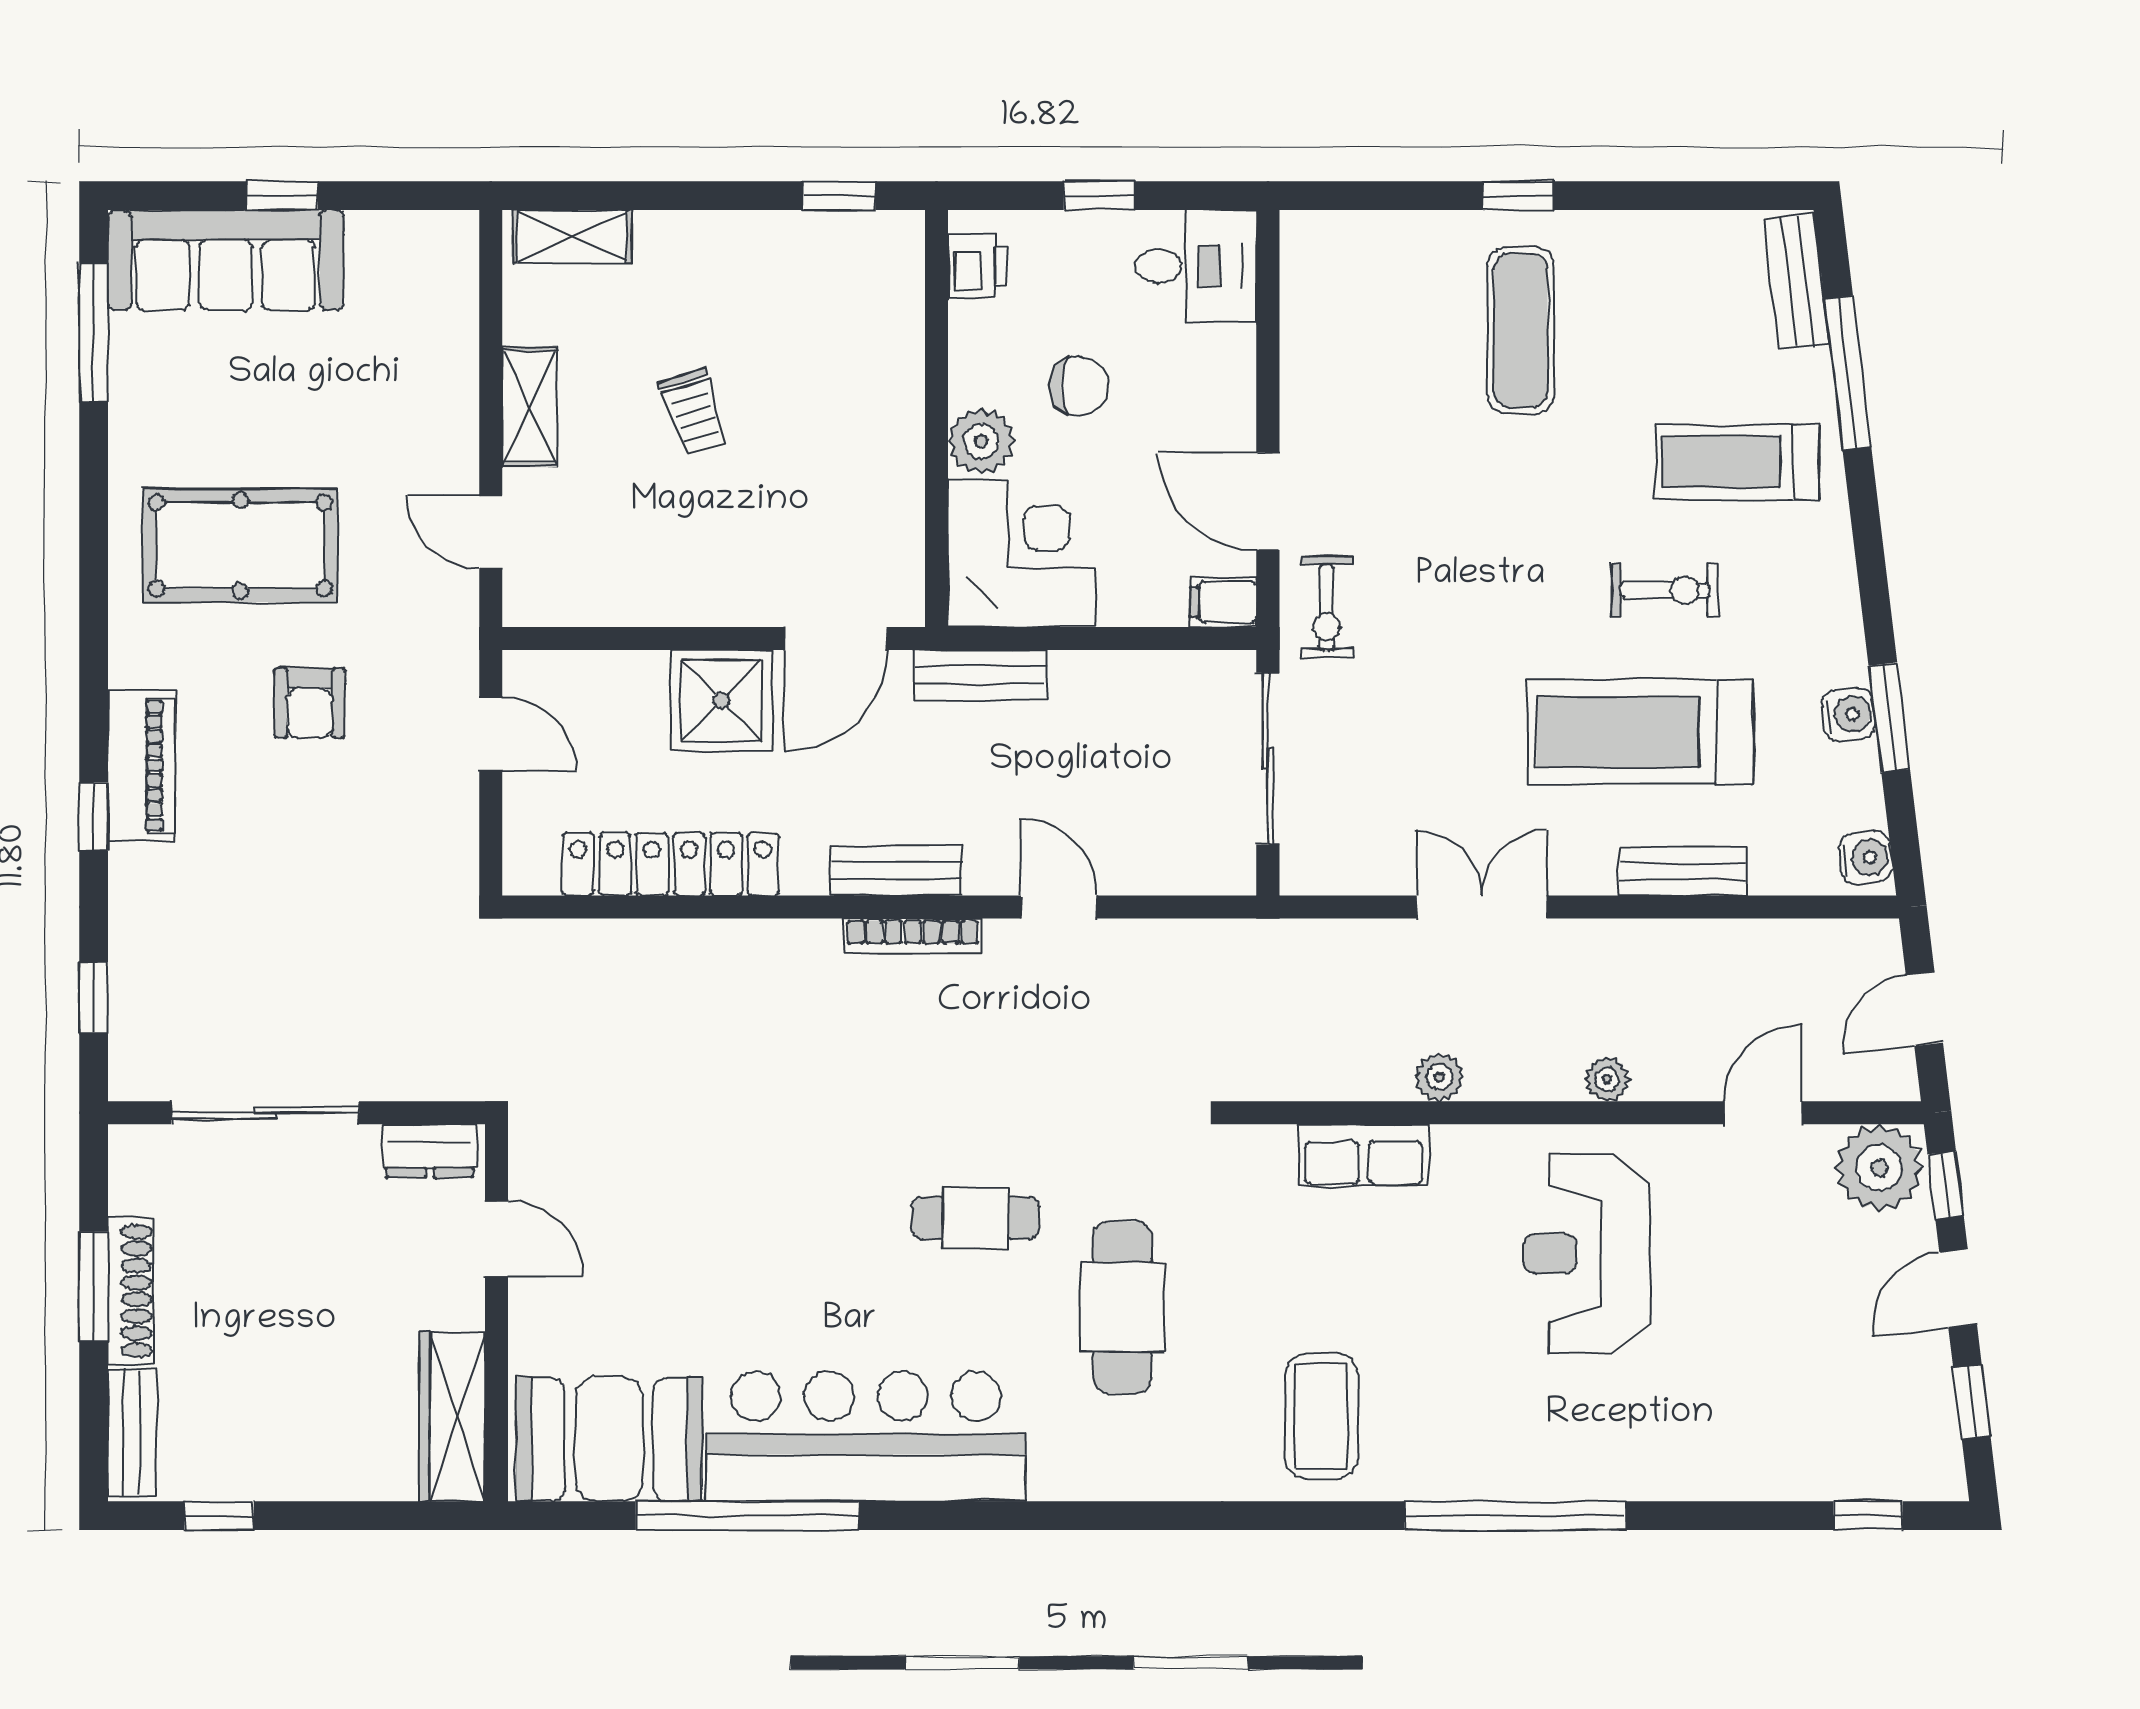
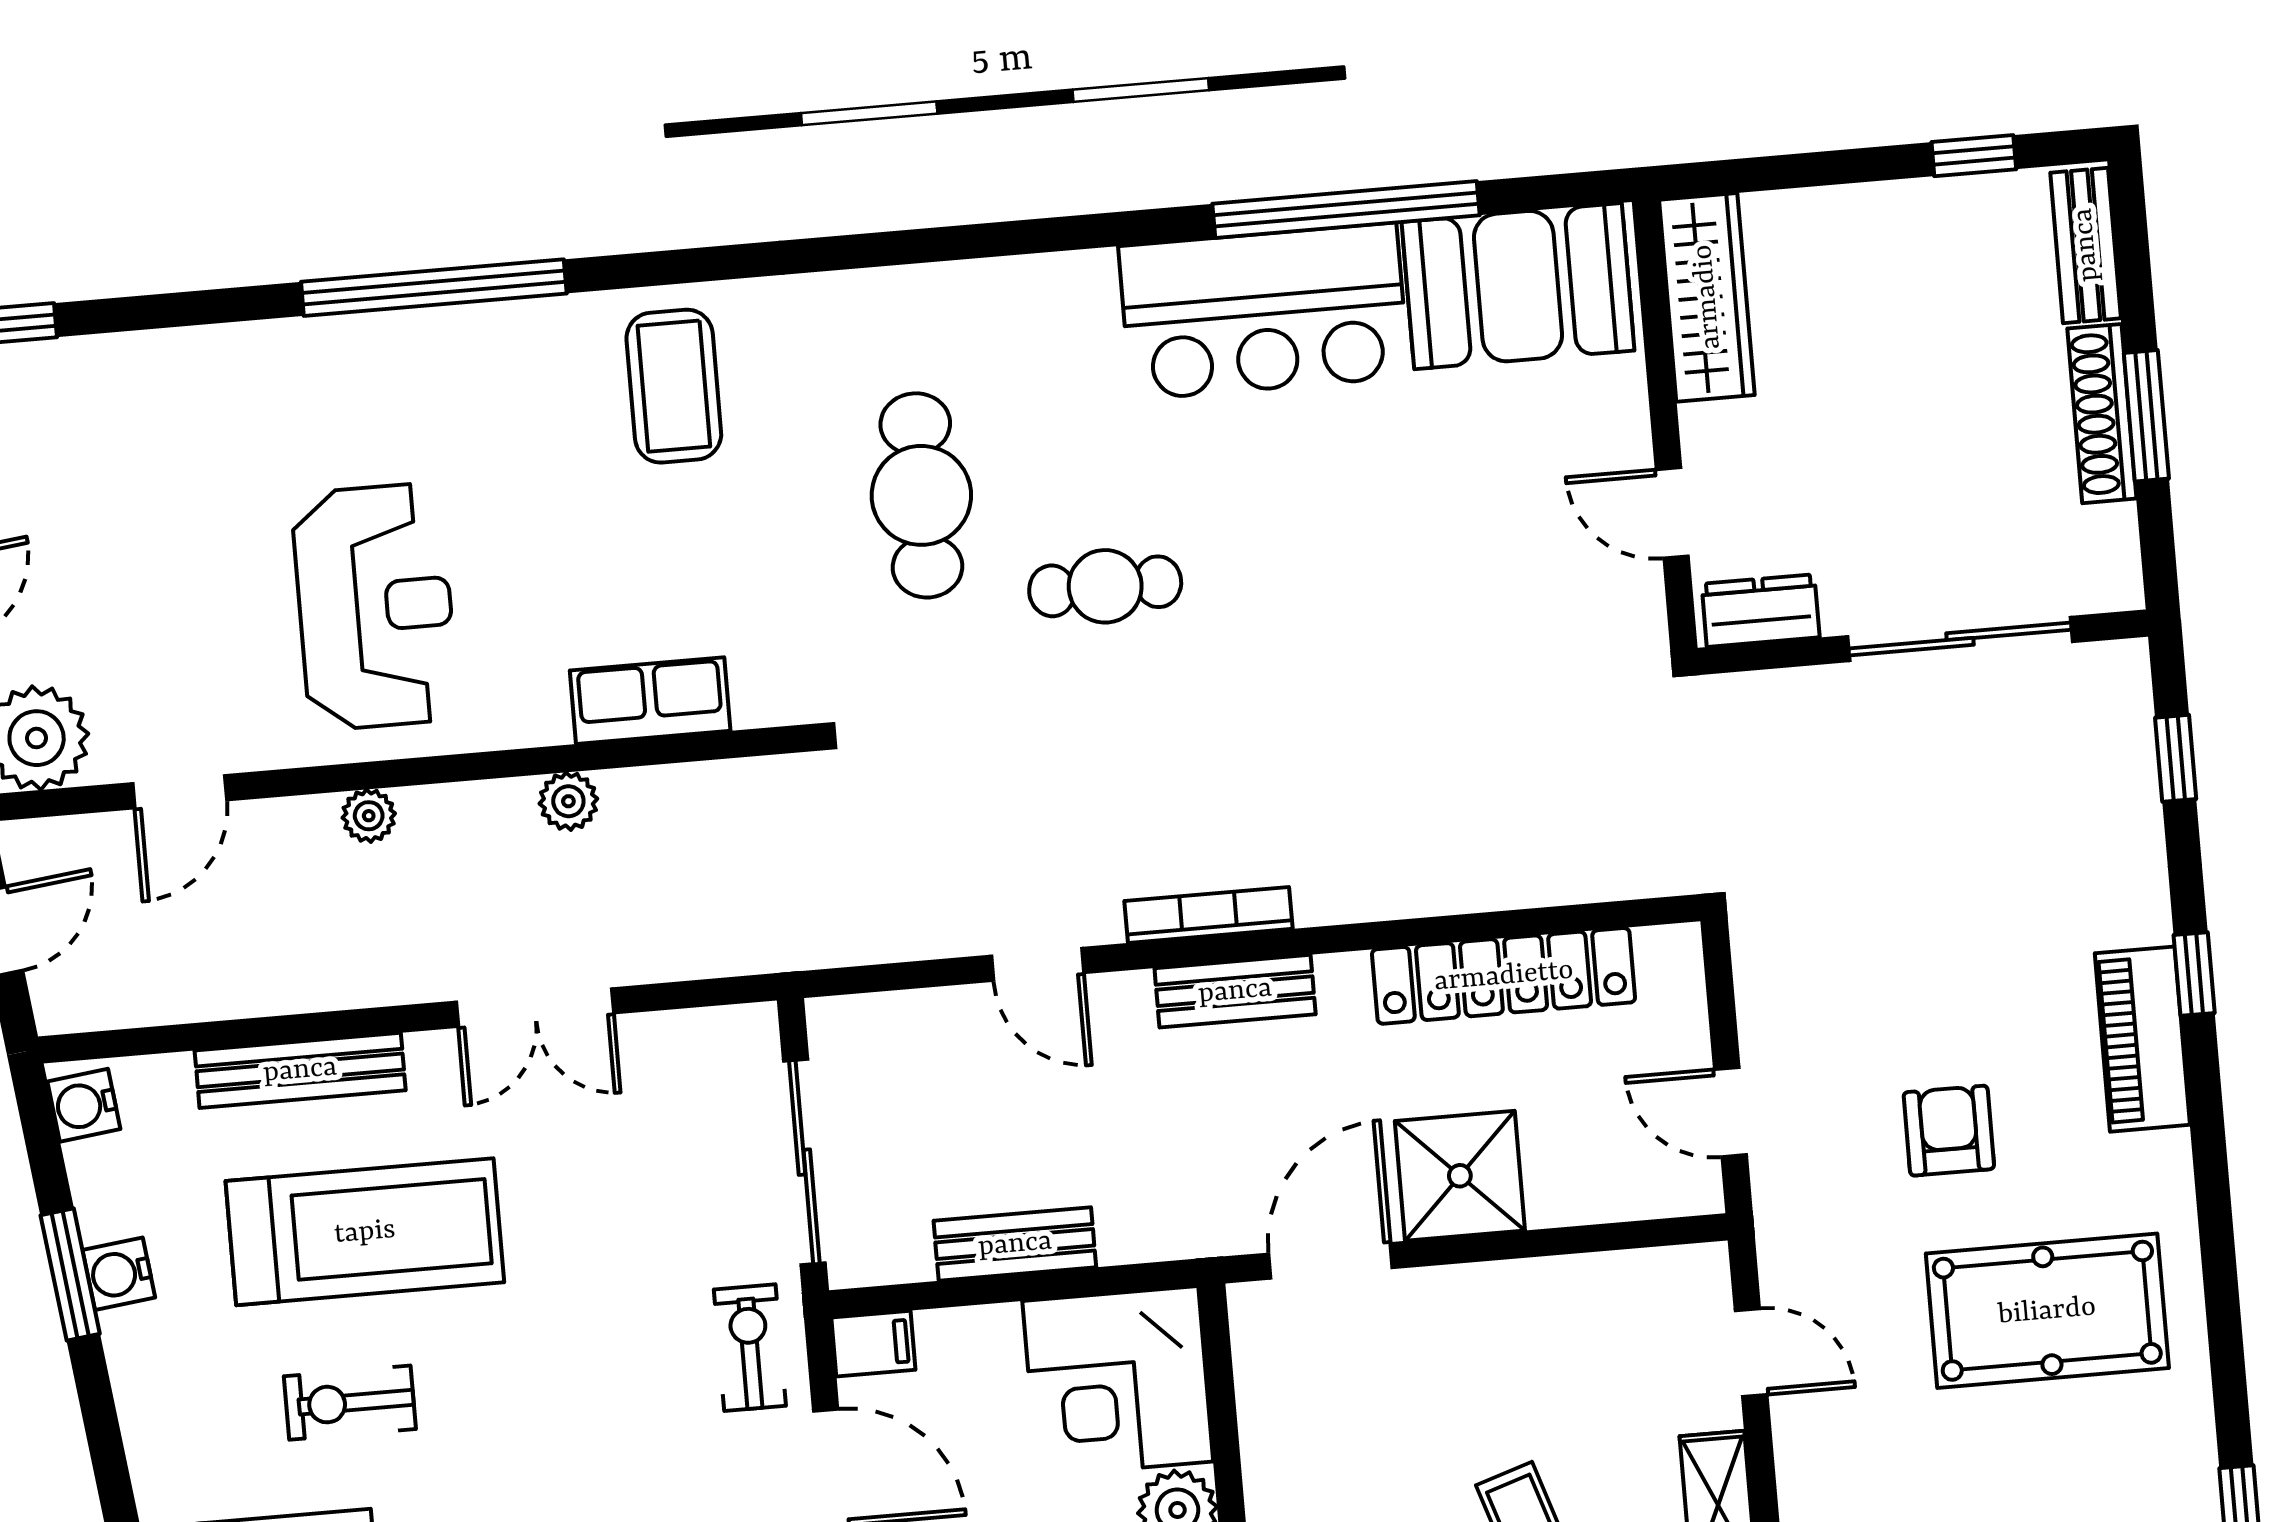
bench: (980, 675) -> (1015, 1244), moved
bench: (1683, 871) -> (300, 1070), width x1.36
bar counter: (866, 1436) -> (1264, 311), width x0.73

